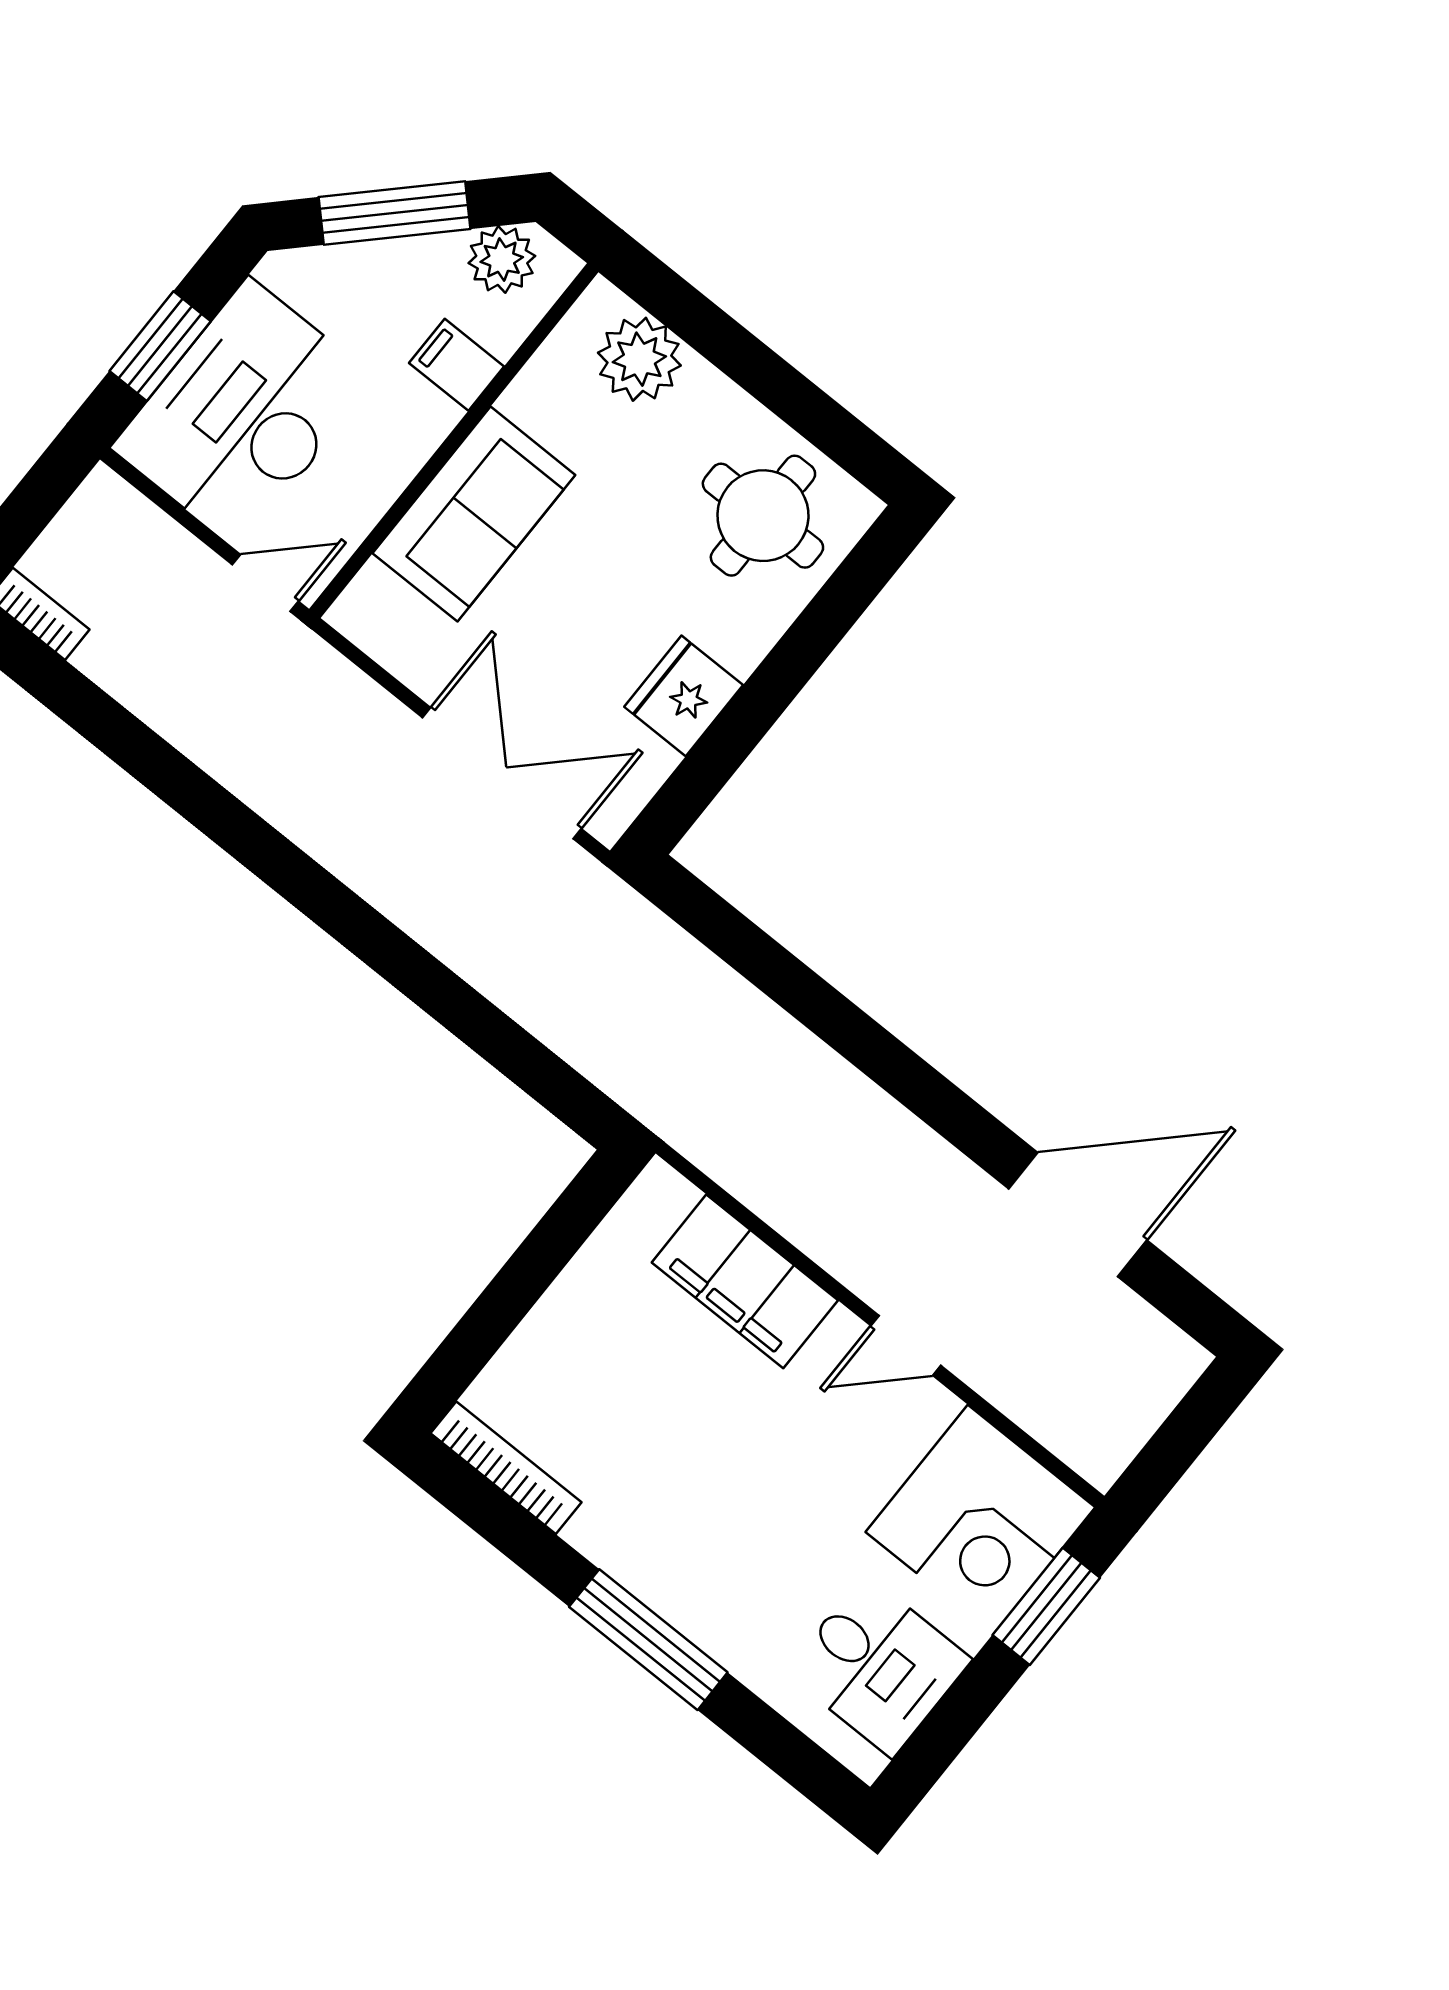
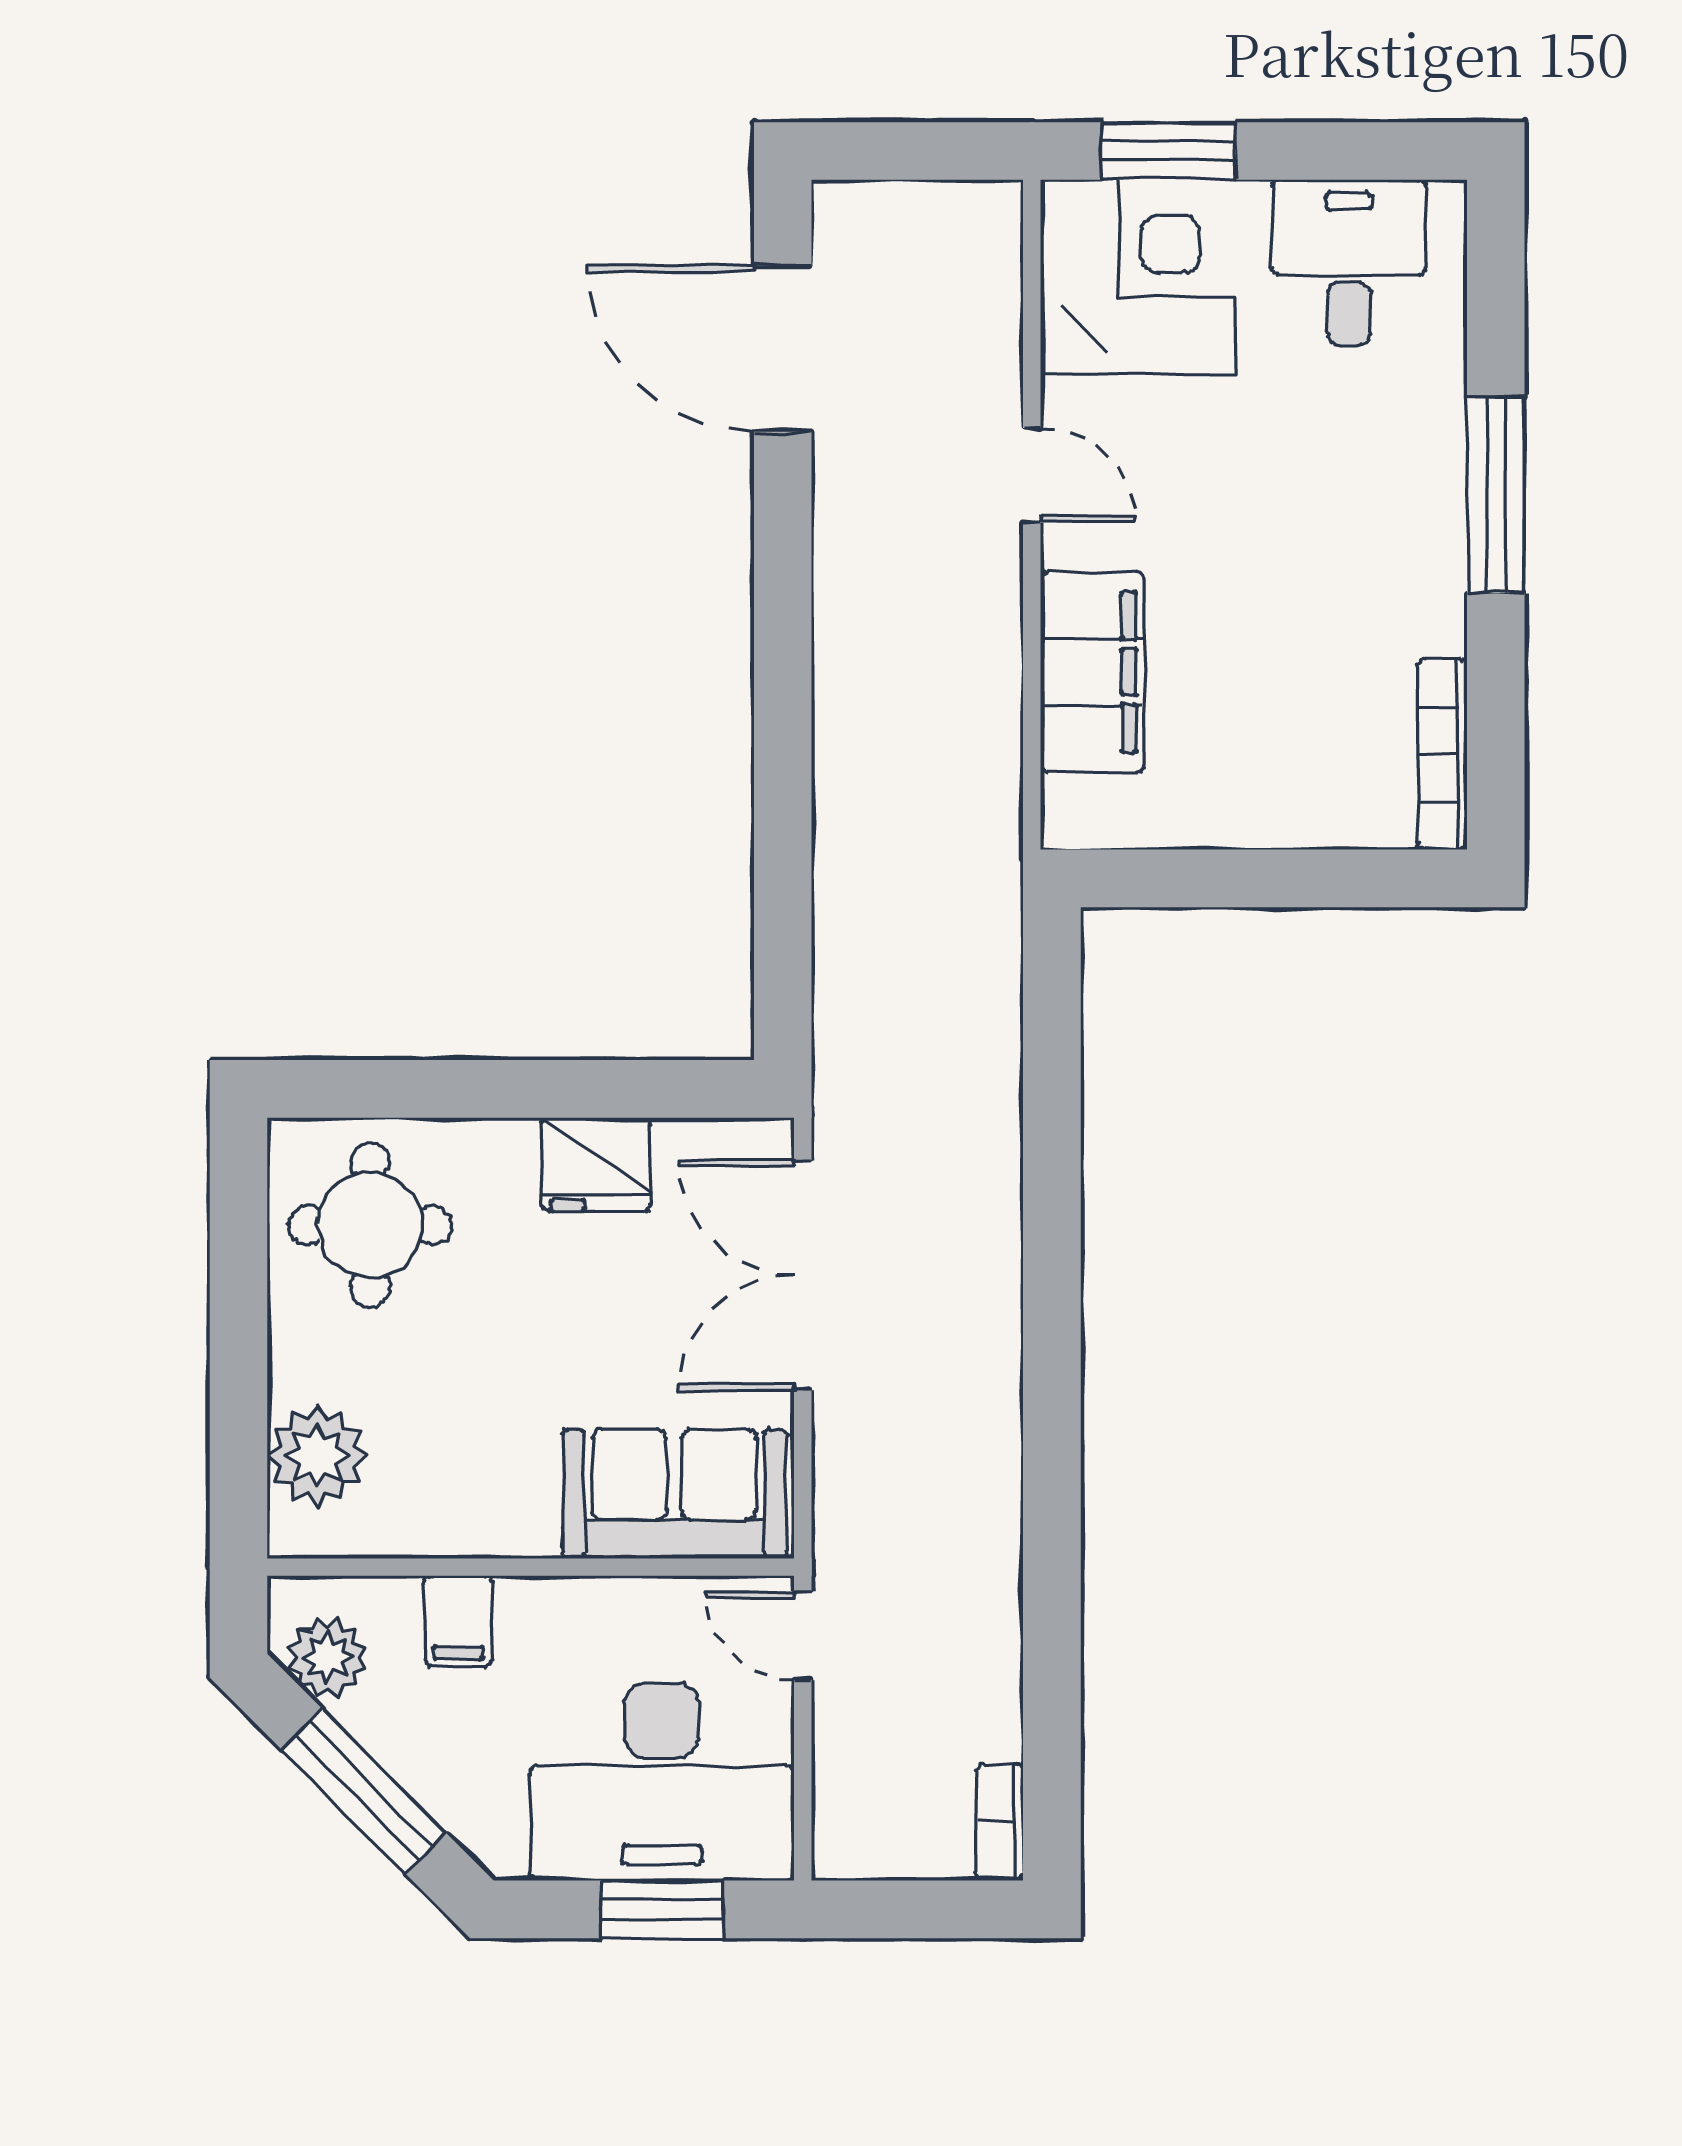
sofa: (474, 514) -> (674, 1494), moved
door: (1078, 1215) -> (783, 349), moved

